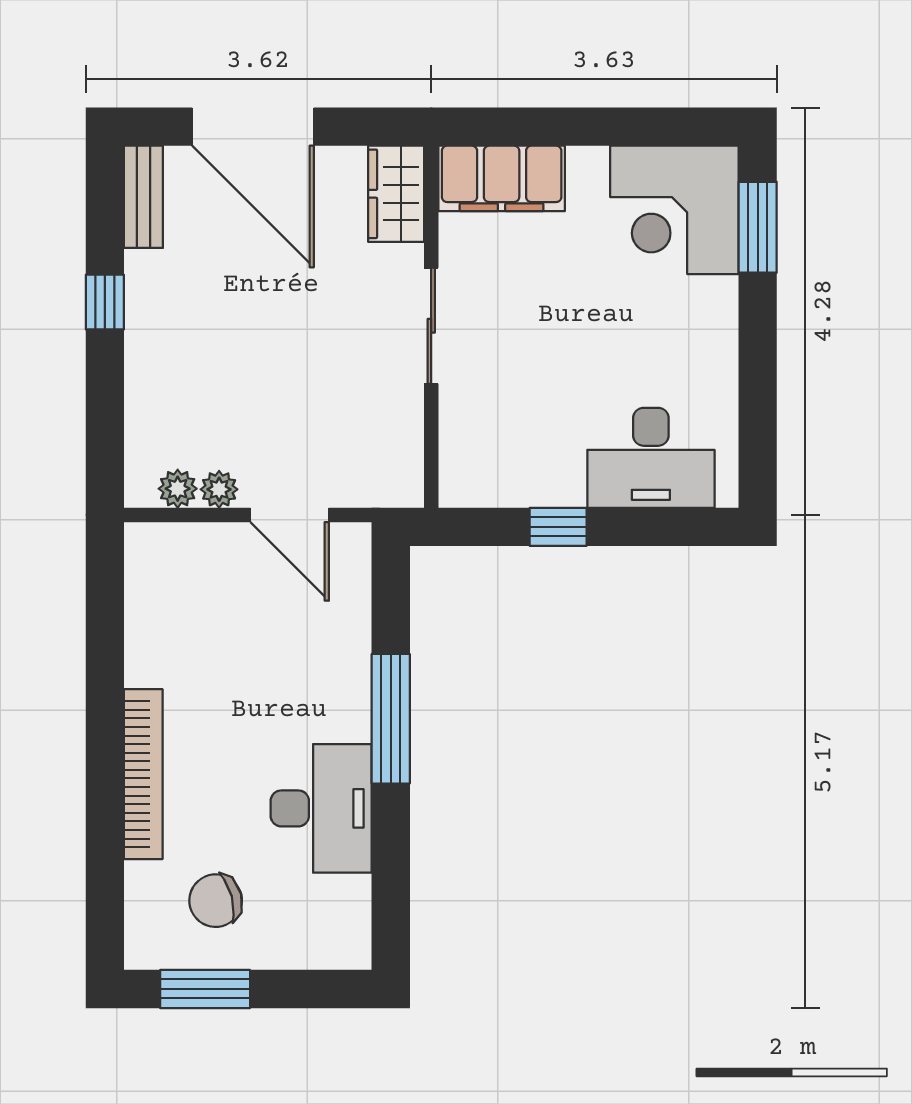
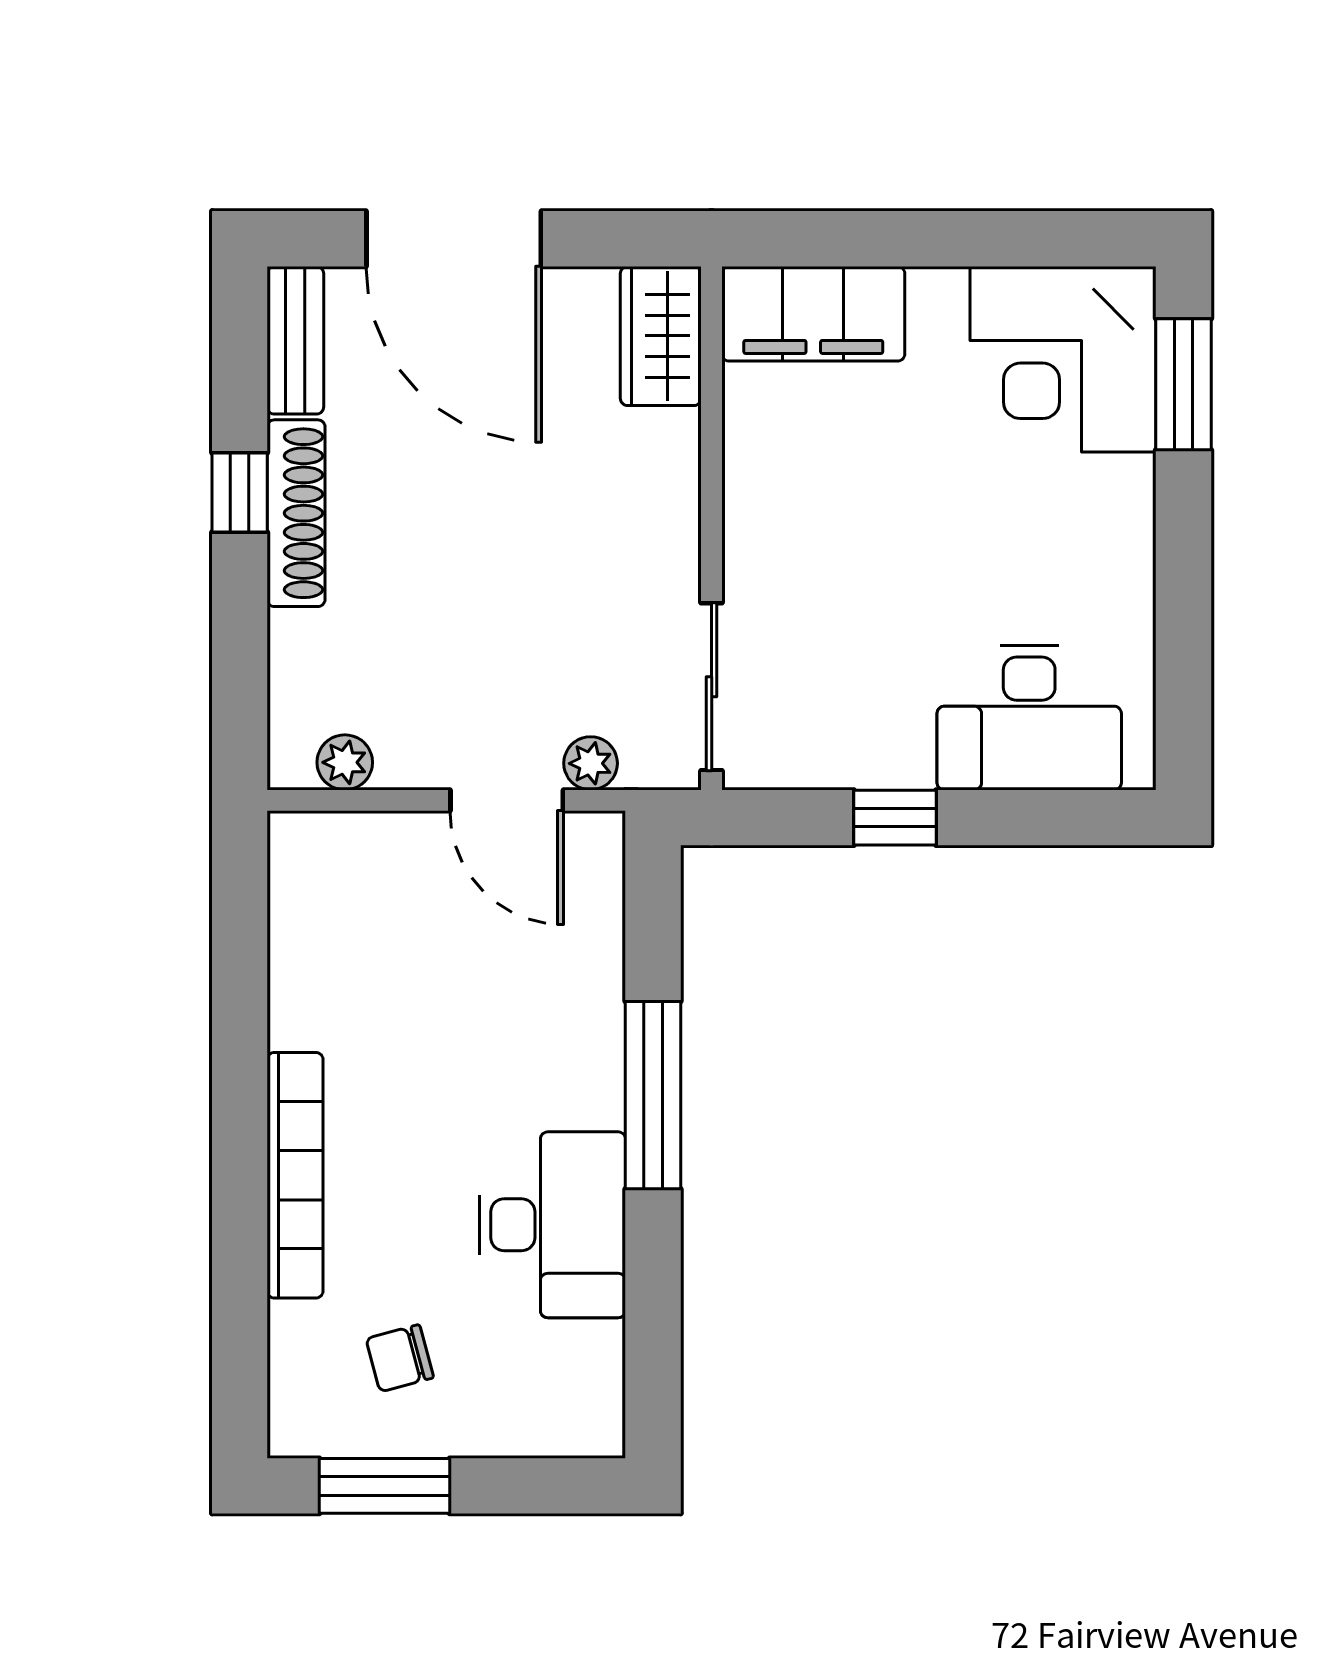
shoe rack: (144, 316) -> (296, 513), added
sliding door: (431, 326) -> (712, 687), moved
plant: (219, 489) -> (591, 763), moved
chair: (216, 901) -> (400, 1358), width x0.73, depth x0.73

